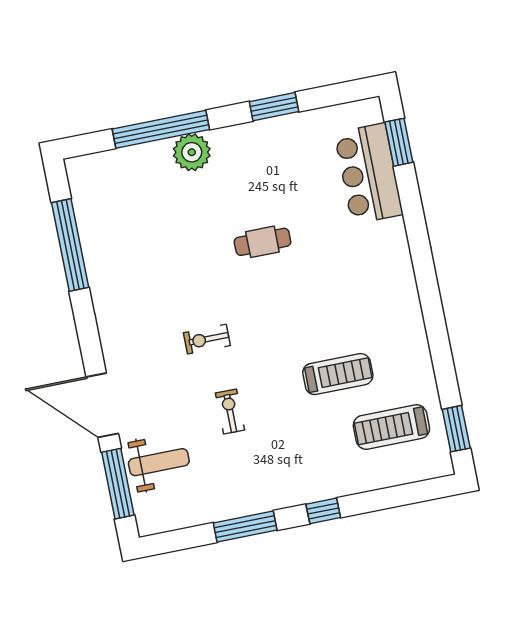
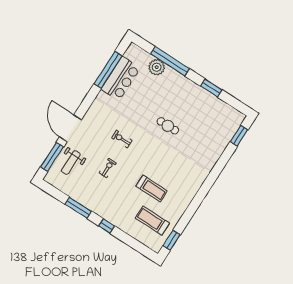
plant: (192, 152) -> (157, 67), moved
bar counter: (369, 174) -> (121, 79), moved, turned 180
weight bench: (159, 462) -> (71, 162), turned 90

